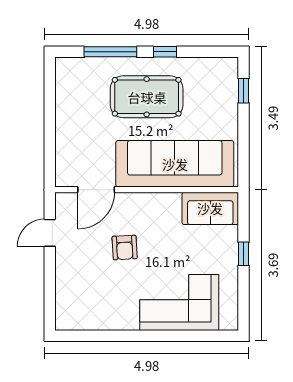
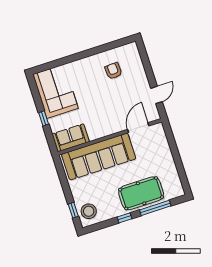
stool: (219, 81) -> (89, 211), added
pool table: (147, 97) -> (141, 193), moved
armchair: (125, 247) -> (113, 71), moved
corner sofa: (179, 303) -> (55, 91), moved, turned -90

